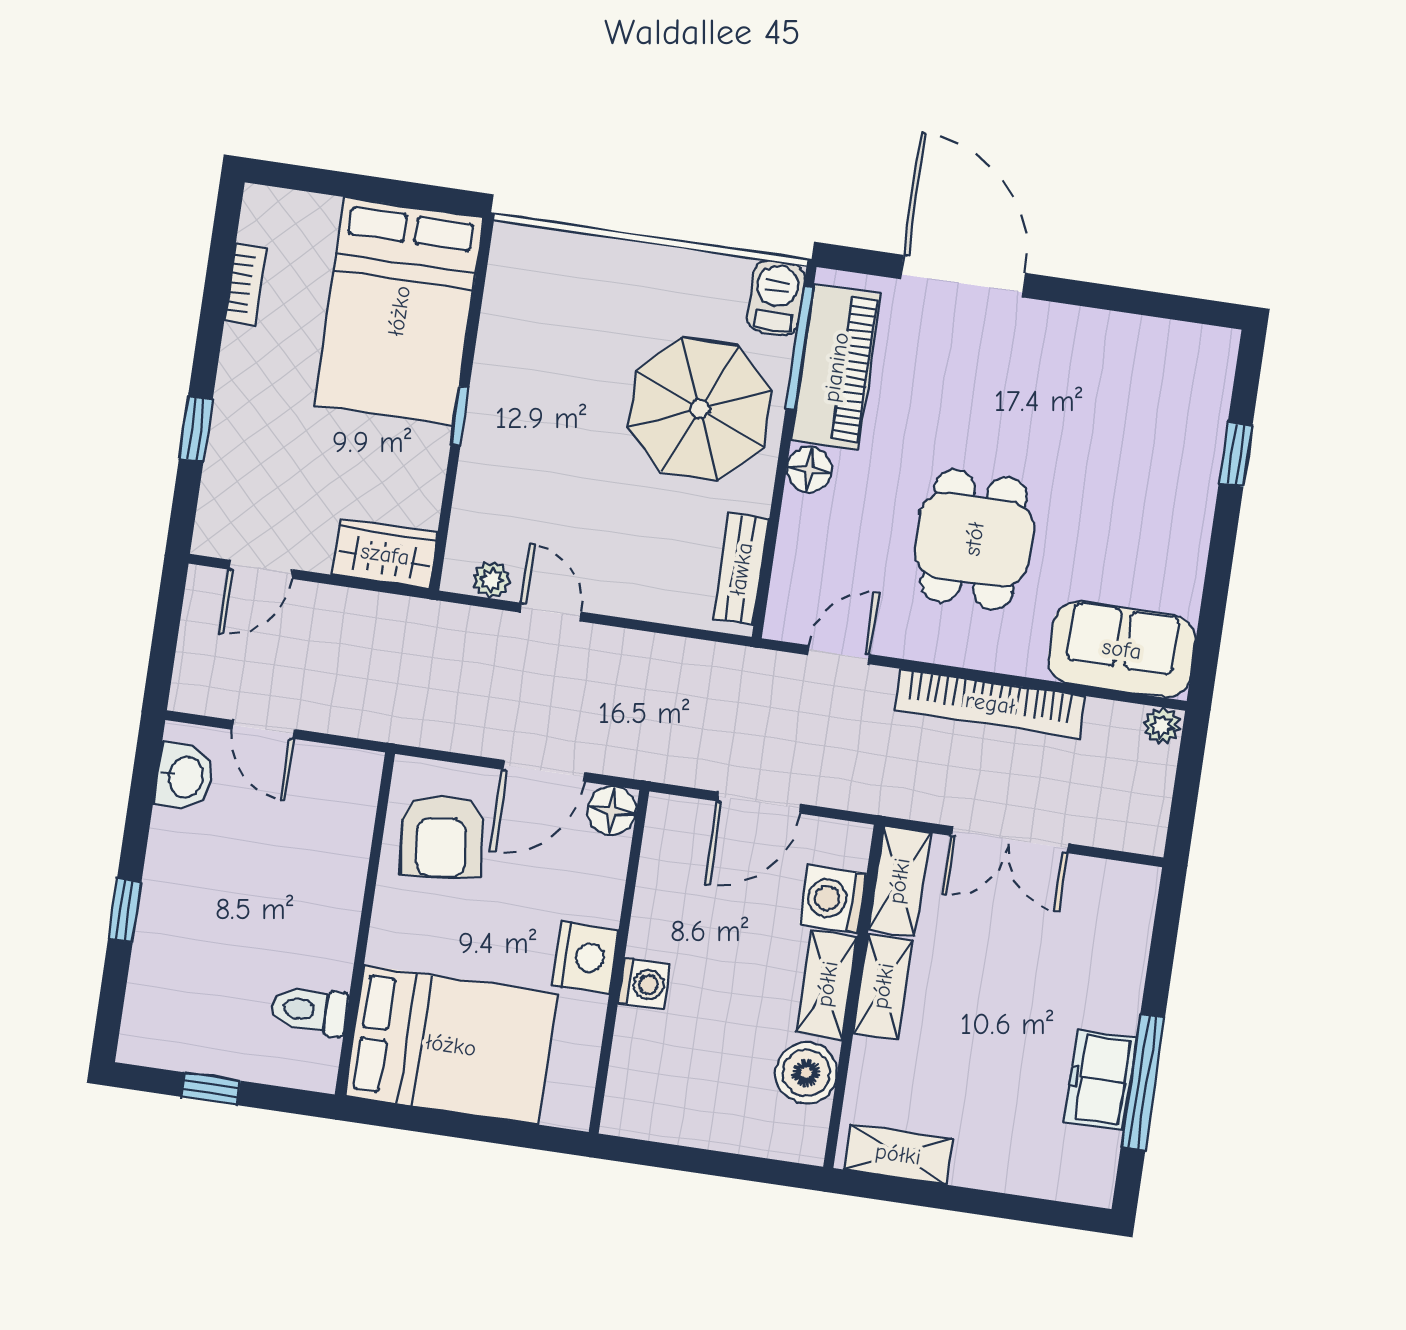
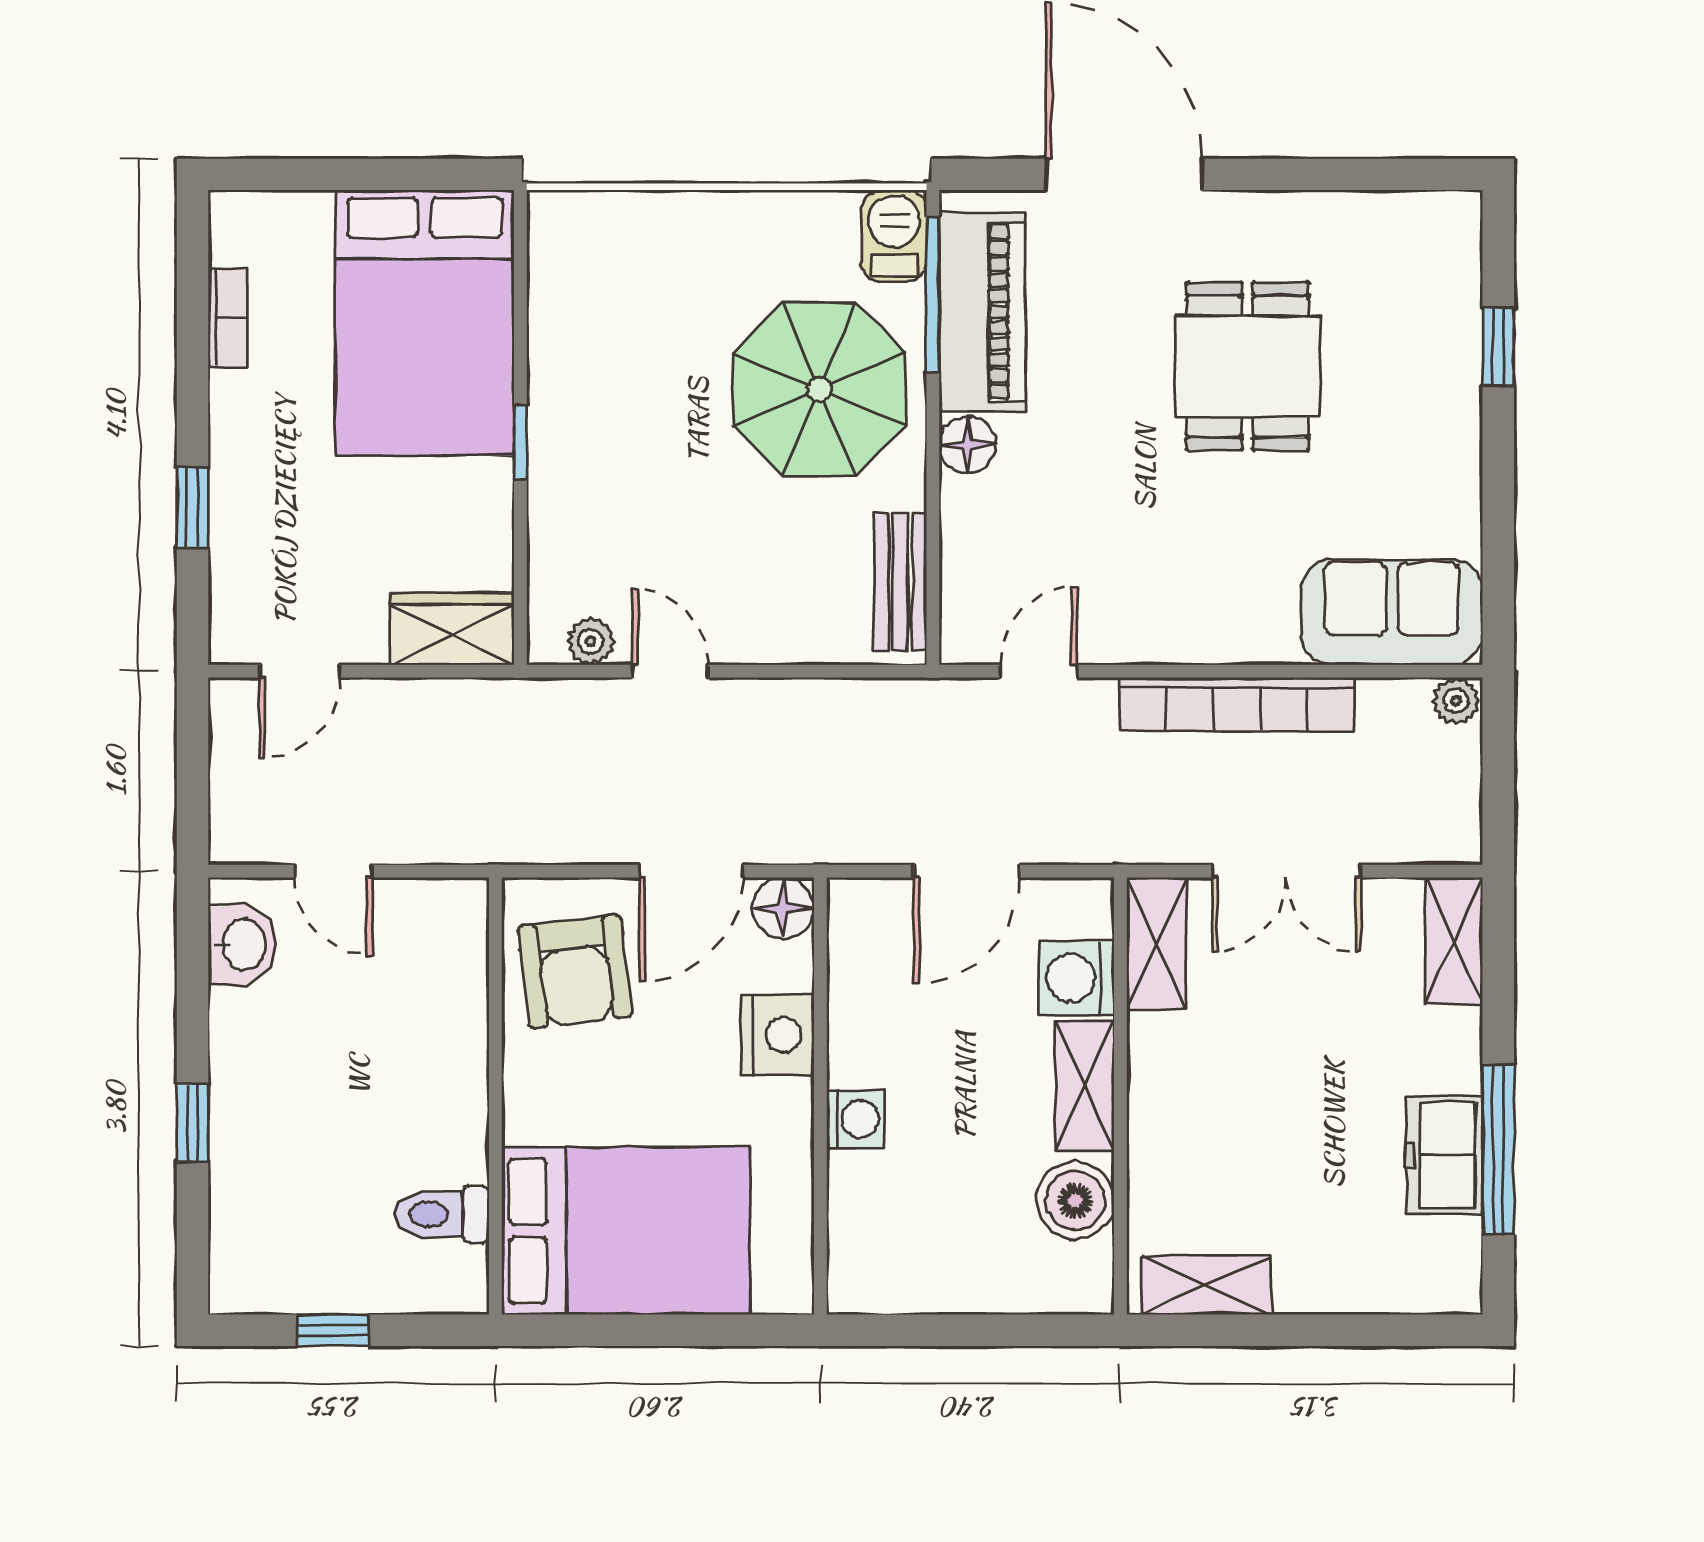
dining table: (974, 539) -> (1247, 366), moved
nightstand: (585, 957) -> (778, 1035), moved
shelving: (883, 986) -> (1454, 941), moved

